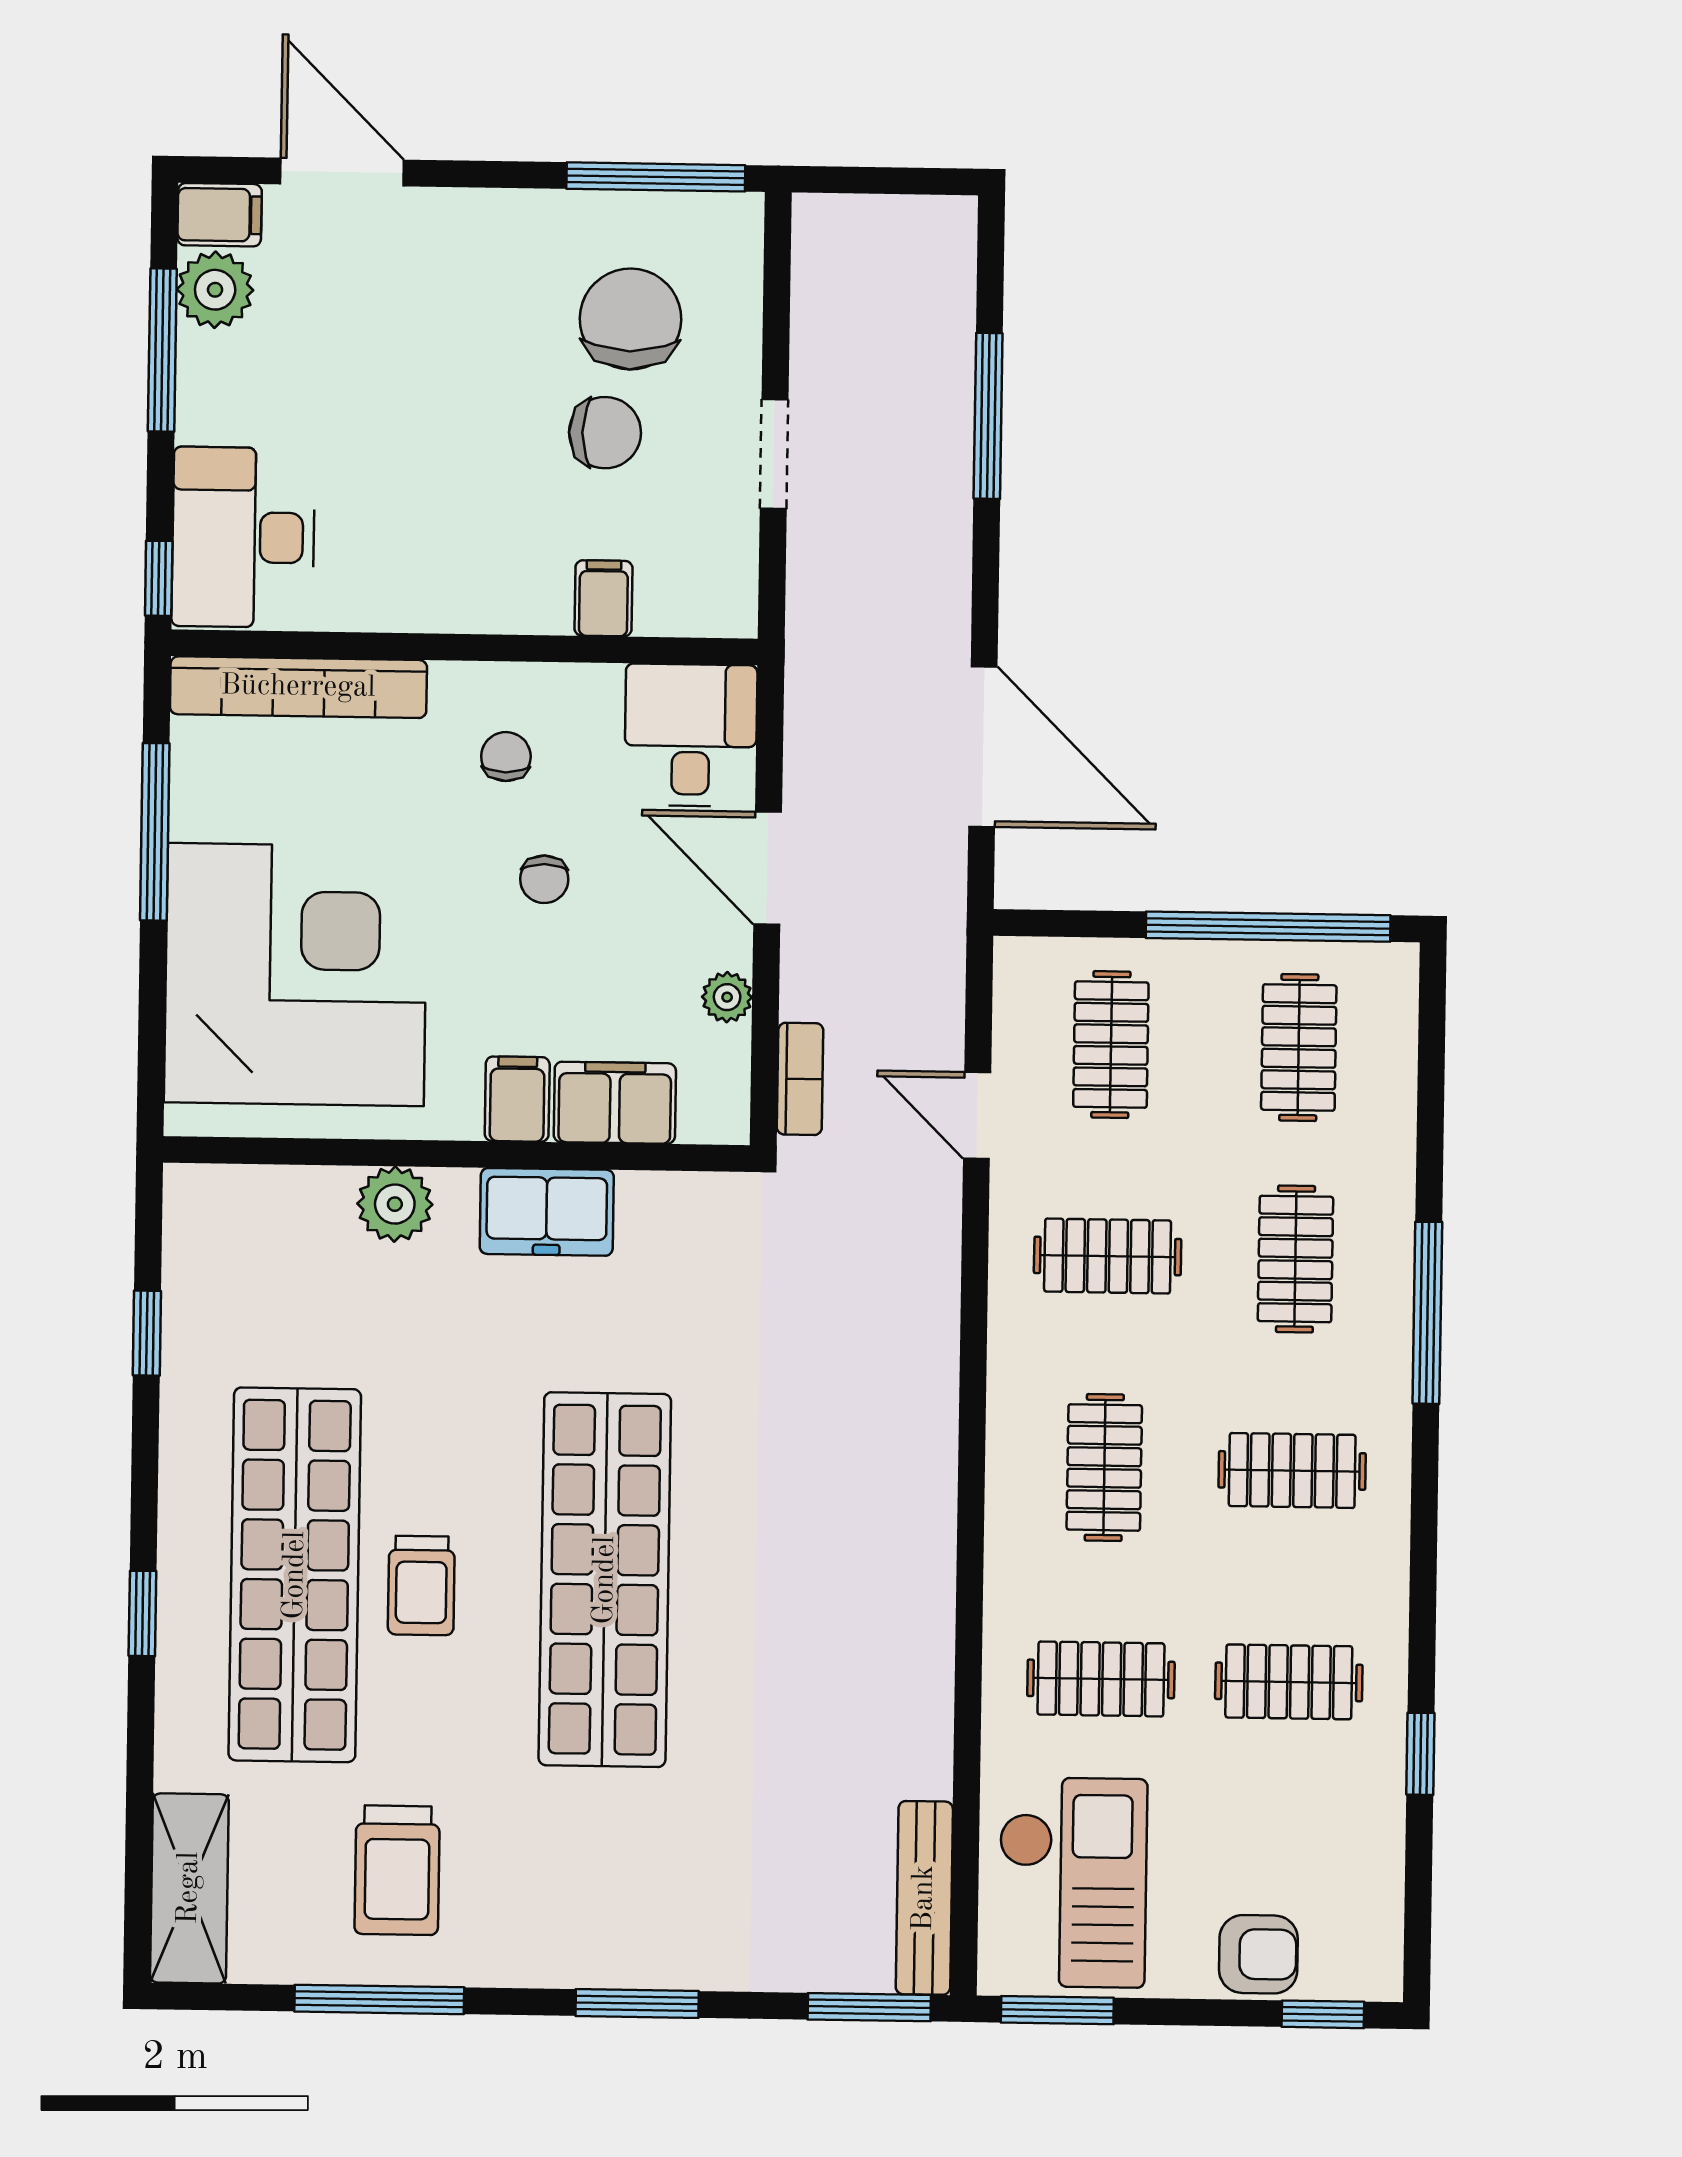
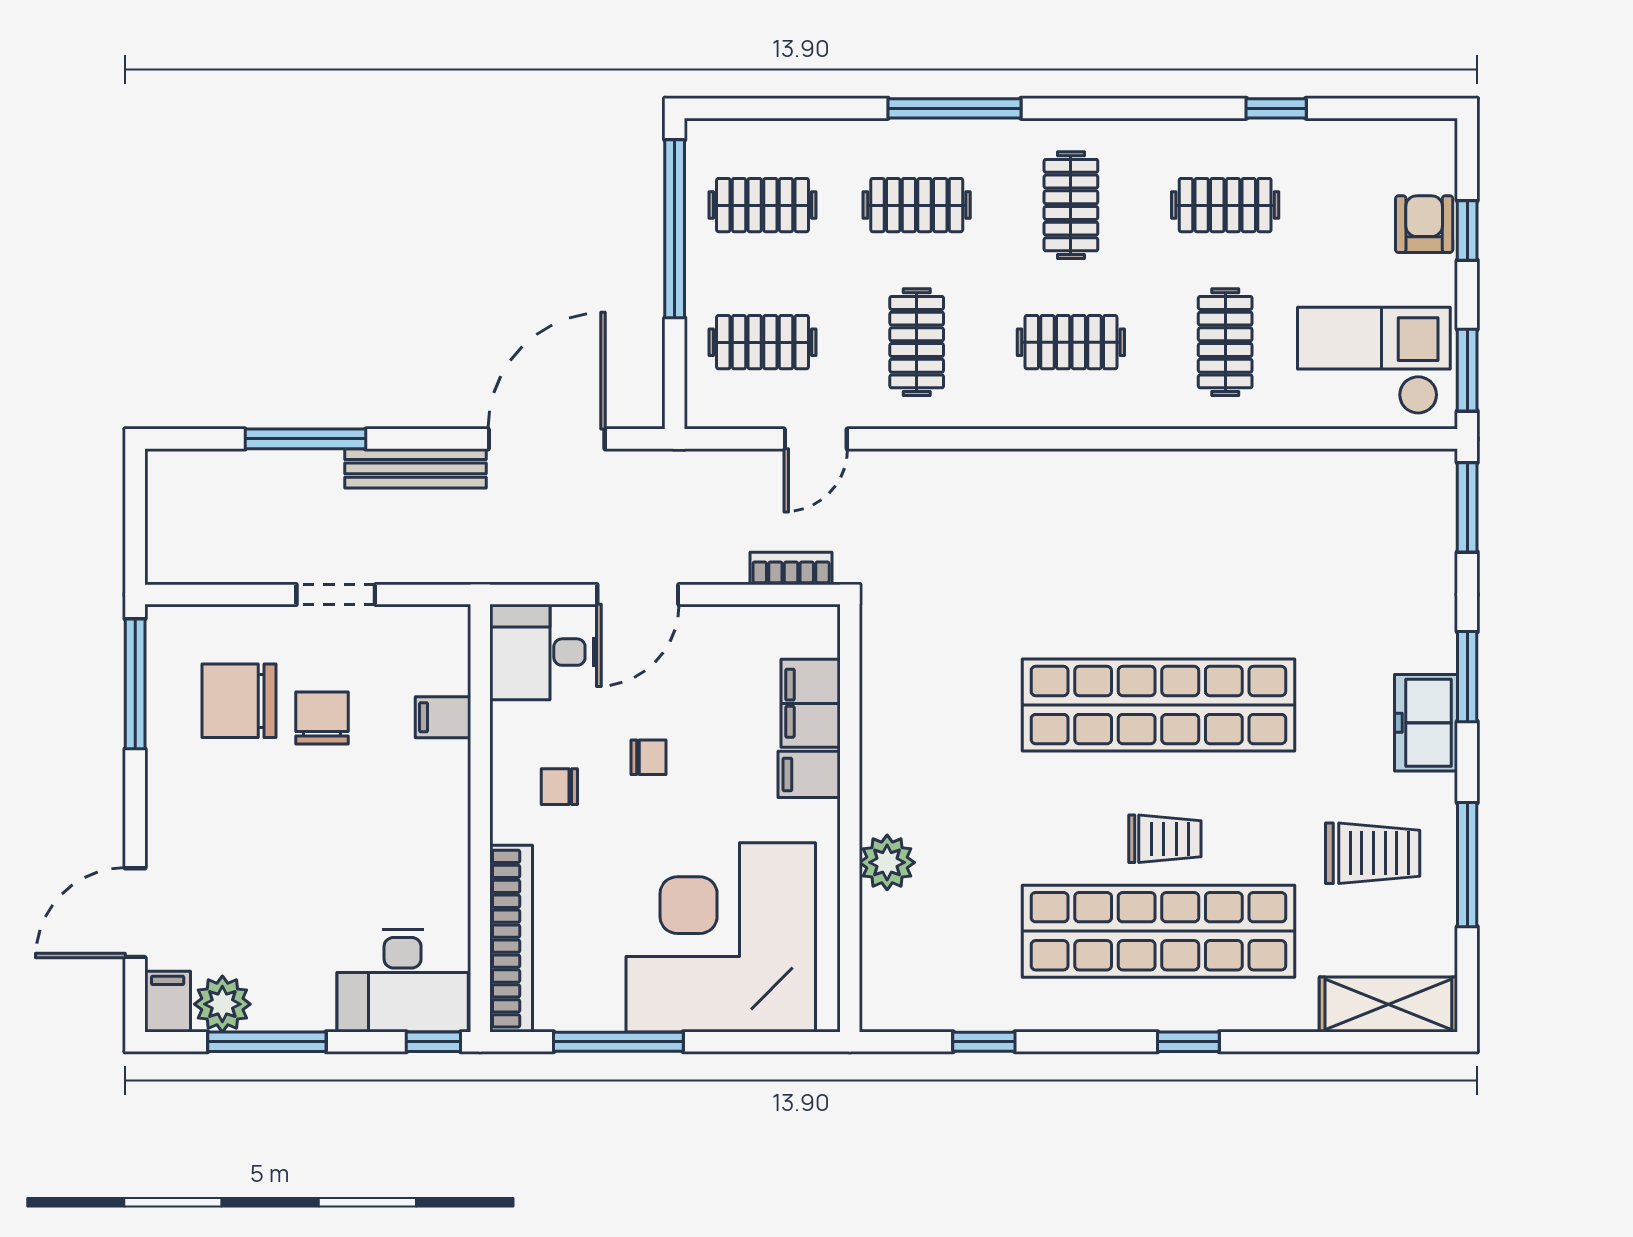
plant: (727, 997) -> (732, 623), removed
freezer: (547, 1212) -> (1426, 723), moved, turned 180
clothes rail: (1289, 1682) -> (1225, 205), turned 90
bench: (924, 1898) -> (415, 468), moved
window: (1323, 2014) -> (1467, 230), moved

